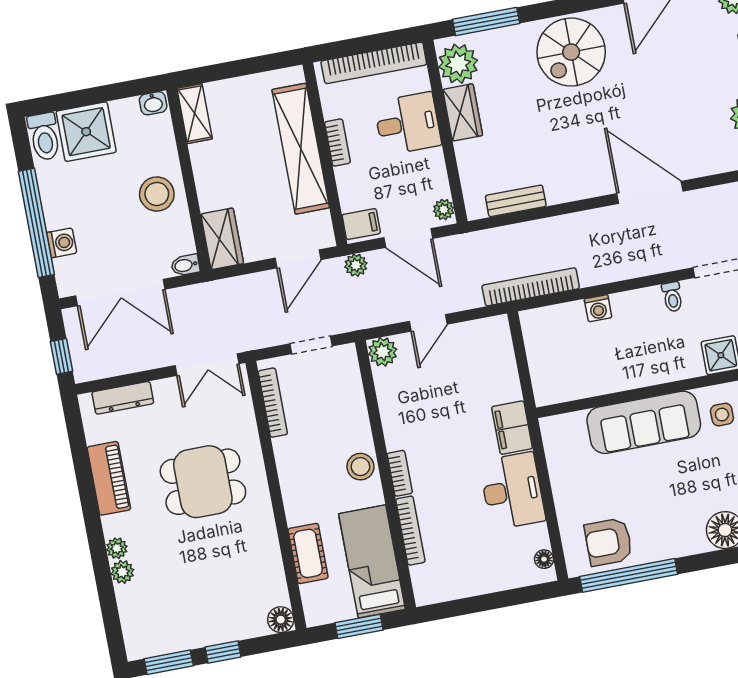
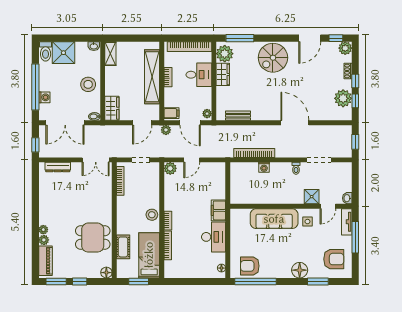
bookcase: (531, 287) -> (254, 153), moved
piano: (109, 478) -> (46, 261), moved
dining table: (203, 482) -> (93, 238), moved

